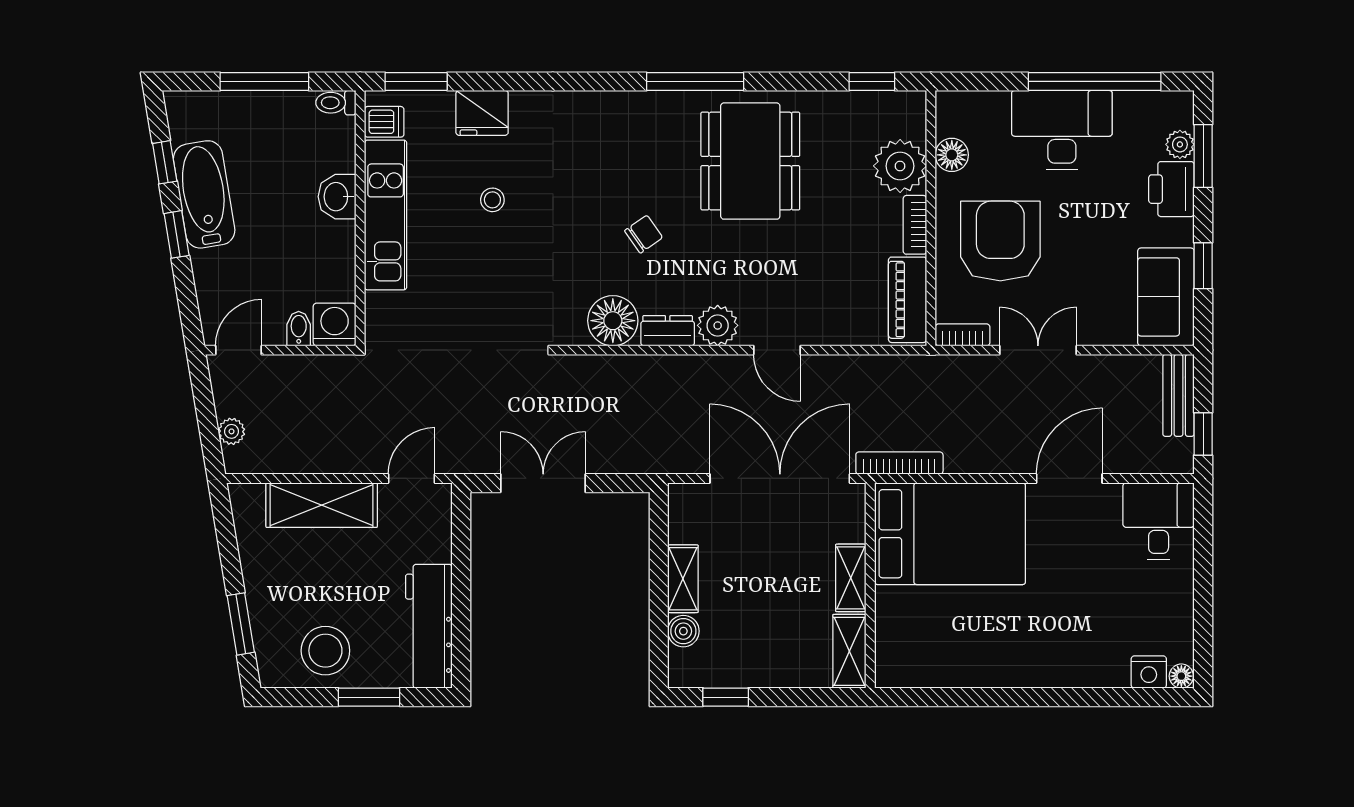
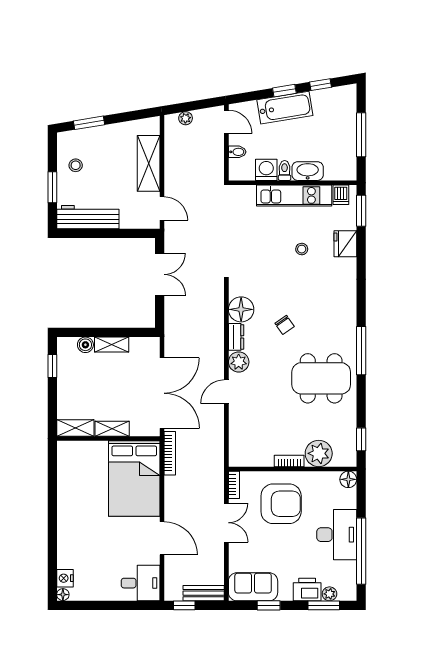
toilet: (336, 103) -> (285, 170), moved
floor lamp: (952, 155) -> (348, 479), moved
bathtub: (204, 194) -> (285, 108), moved
washbasin: (337, 197) -> (308, 171), width x1.38
piano: (908, 300) -> (252, 457), removed
washing machine: (335, 324) -> (266, 170), moved, turned -90
stool: (325, 651) -> (76, 165), width x0.53, depth x0.53

